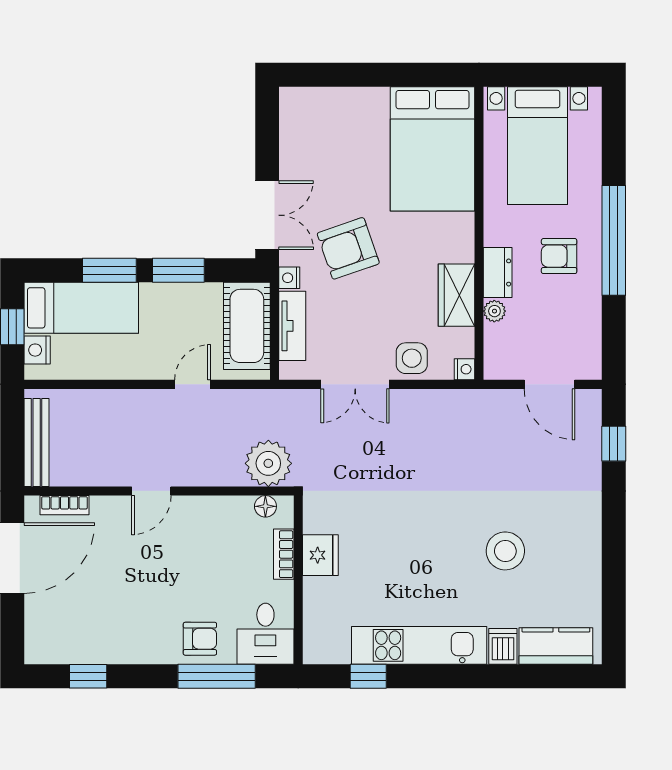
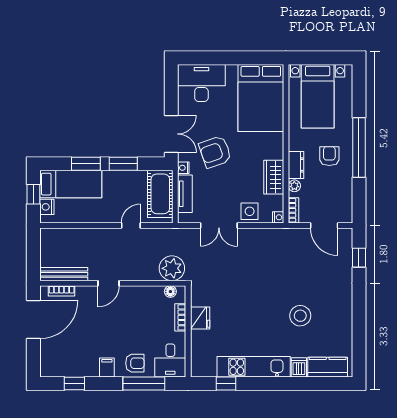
desk: (323, 121) -> (201, 83), added
armchair: (559, 256) -> (329, 156), turned 90
bookcase: (493, 356) -> (293, 210), added
bench: (37, 442) -> (64, 274), moved, turned 90
filing cabinet: (148, 647) -> (107, 367), added

